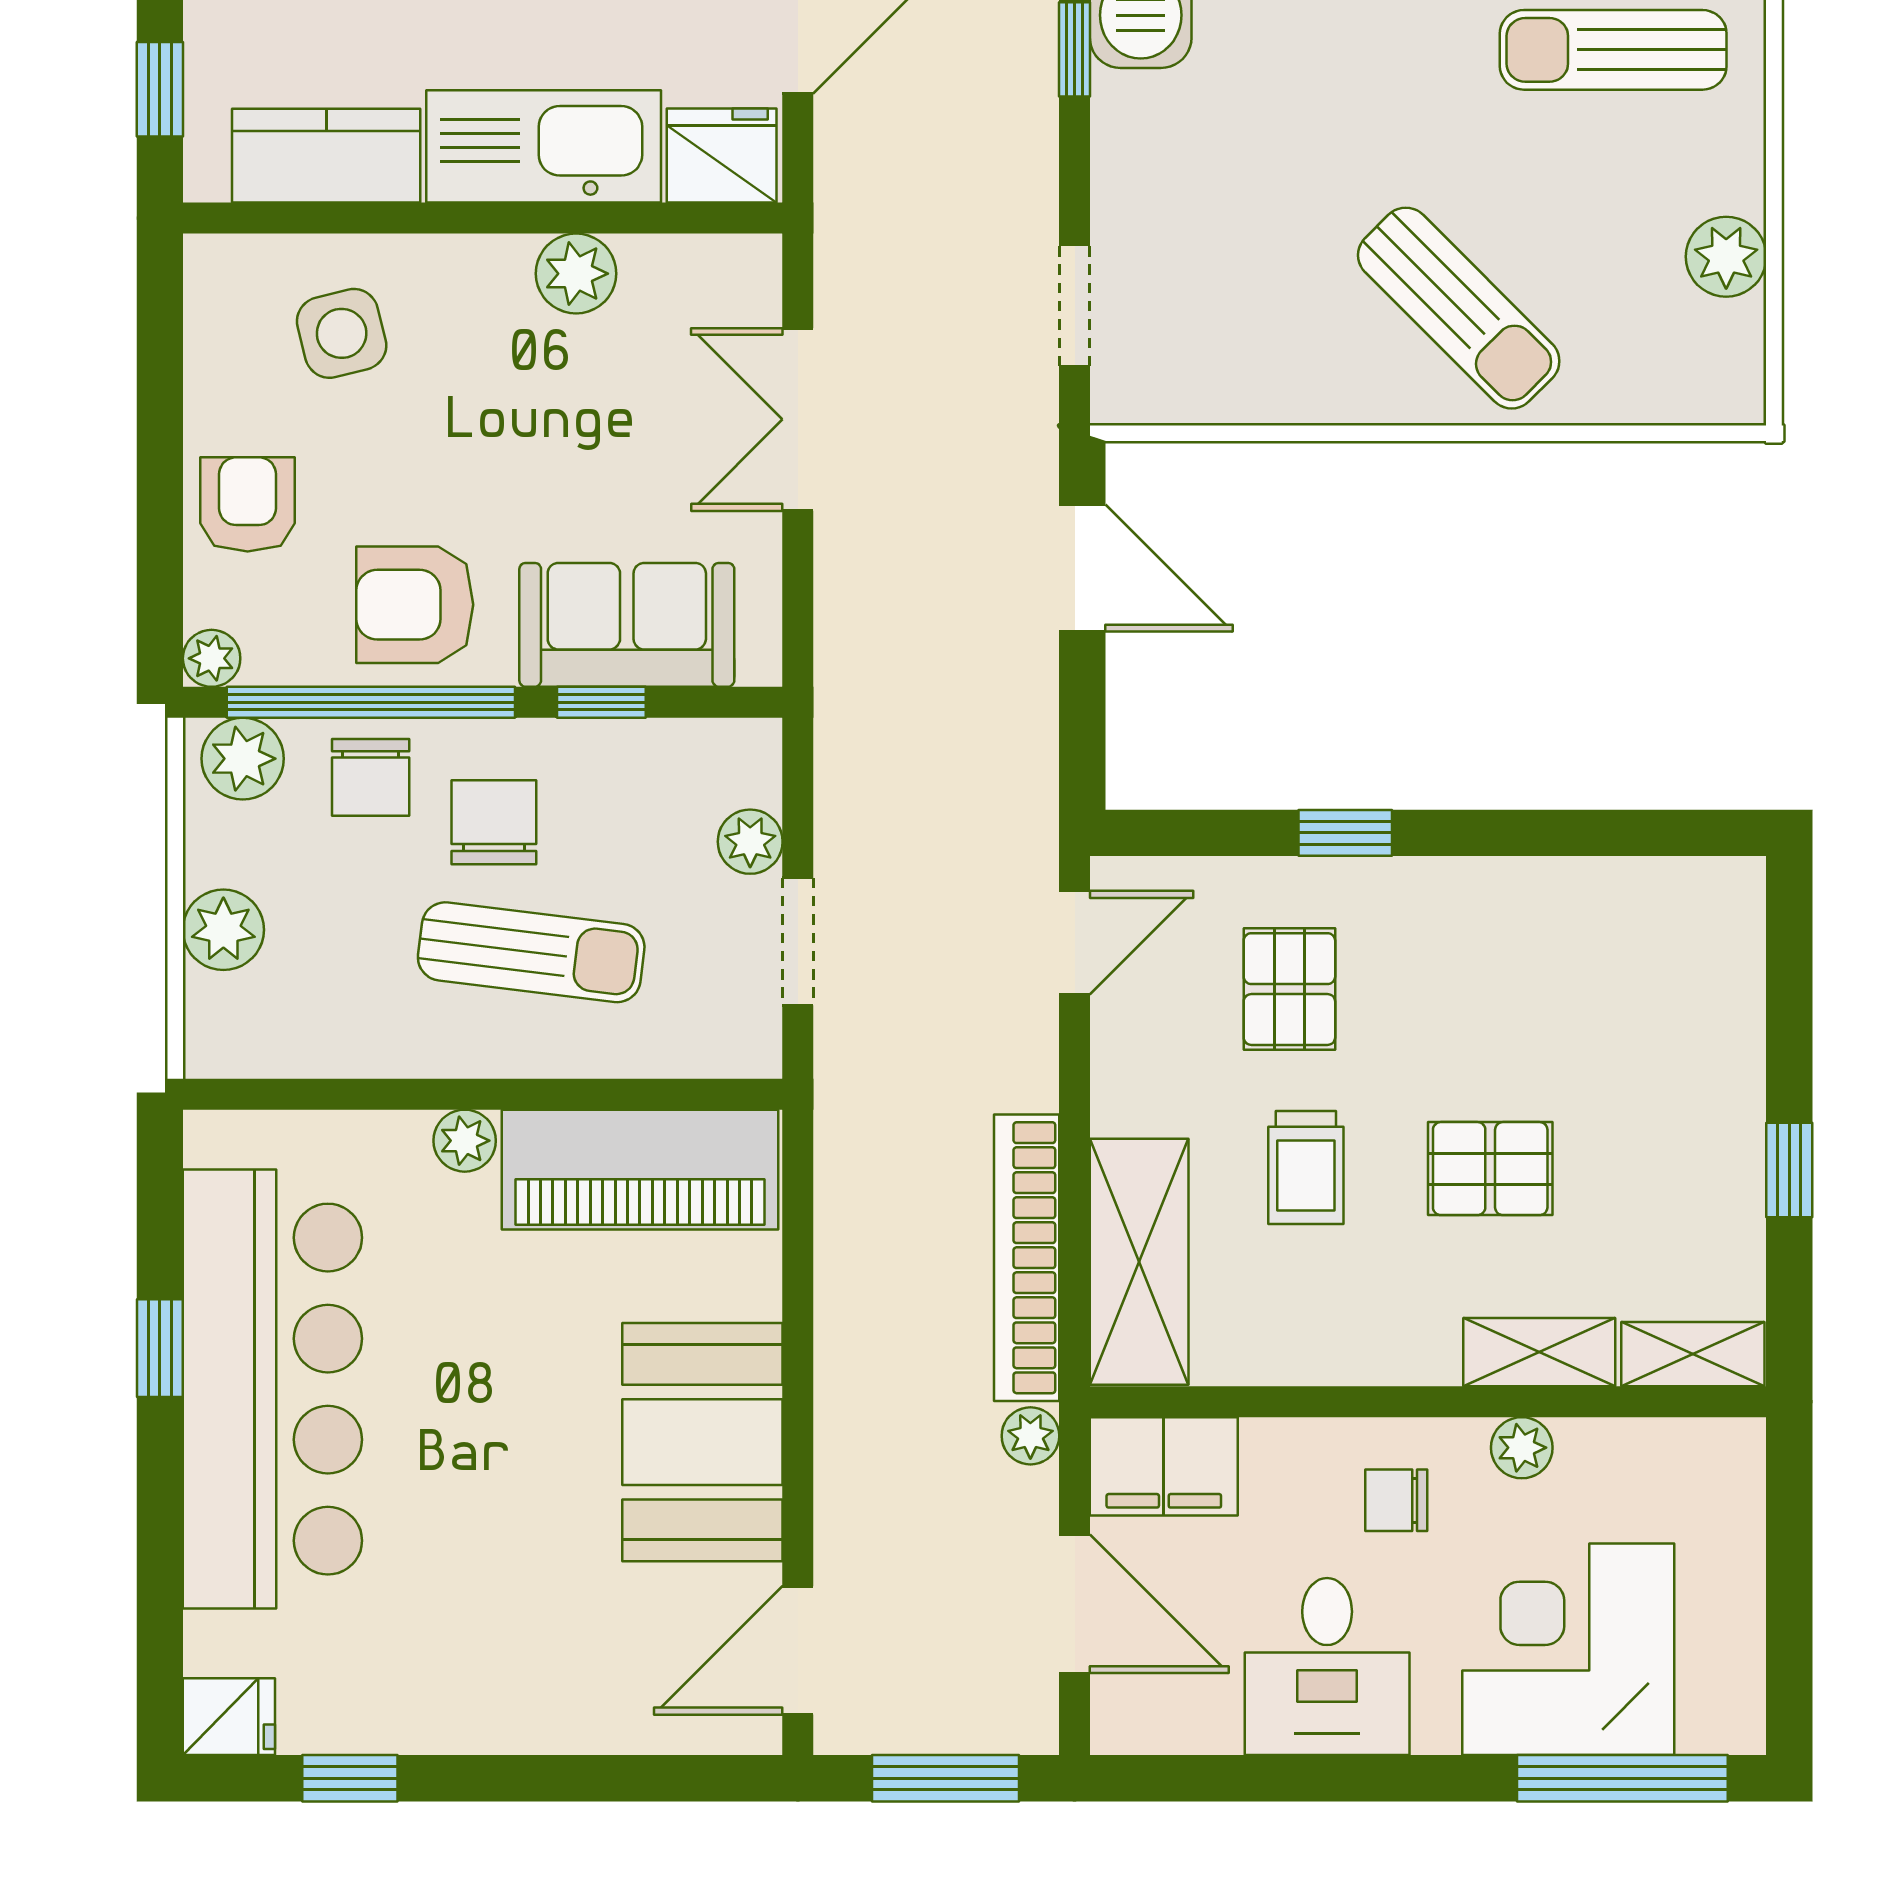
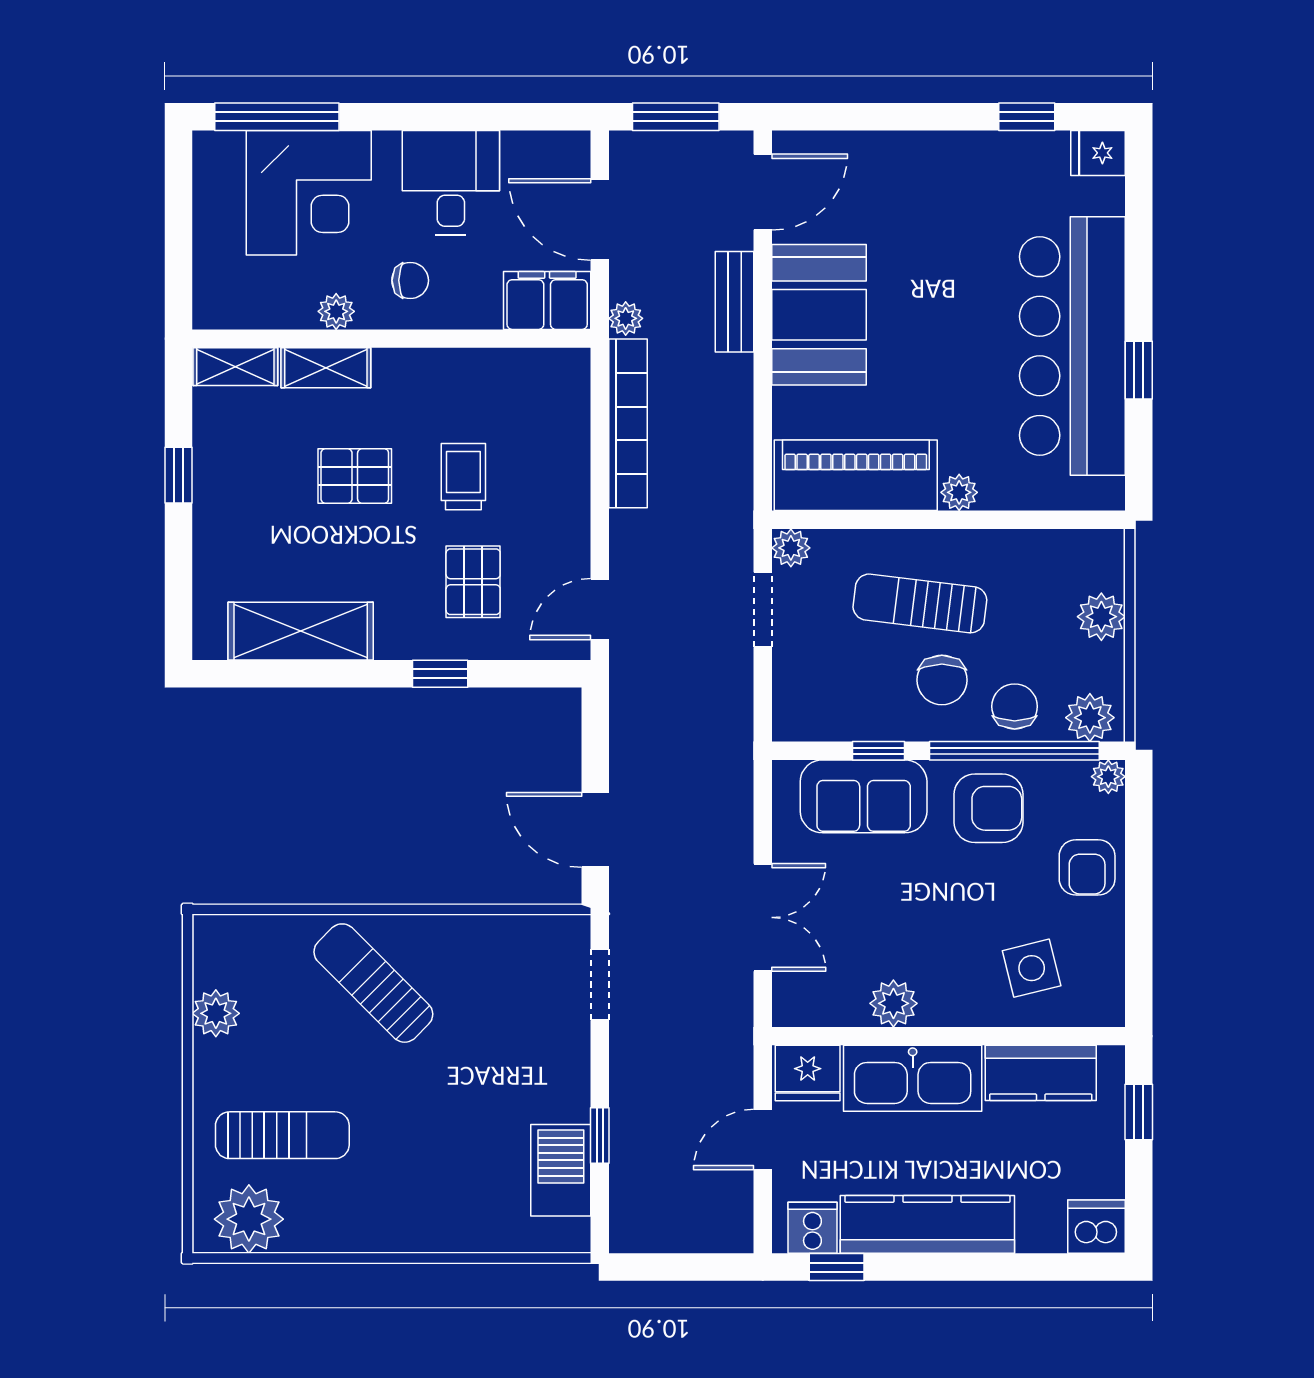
plant: (750, 842) -> (791, 548), moved
shelving: (1139, 1262) -> (301, 631), moved, turned 90
bench: (846, 1464) -> (735, 302), added

